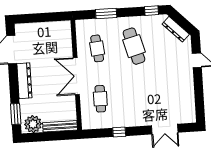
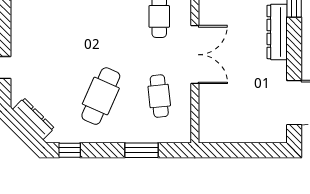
cafe table: (134, 46) -> (101, 96), turned 39
dresser: (24, 81) -> (277, 32), moved

